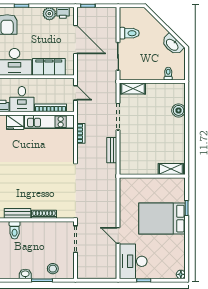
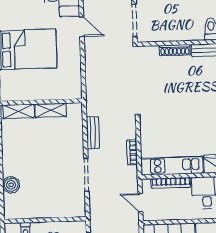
shelving: (133, 88) -> (51, 110), moved

